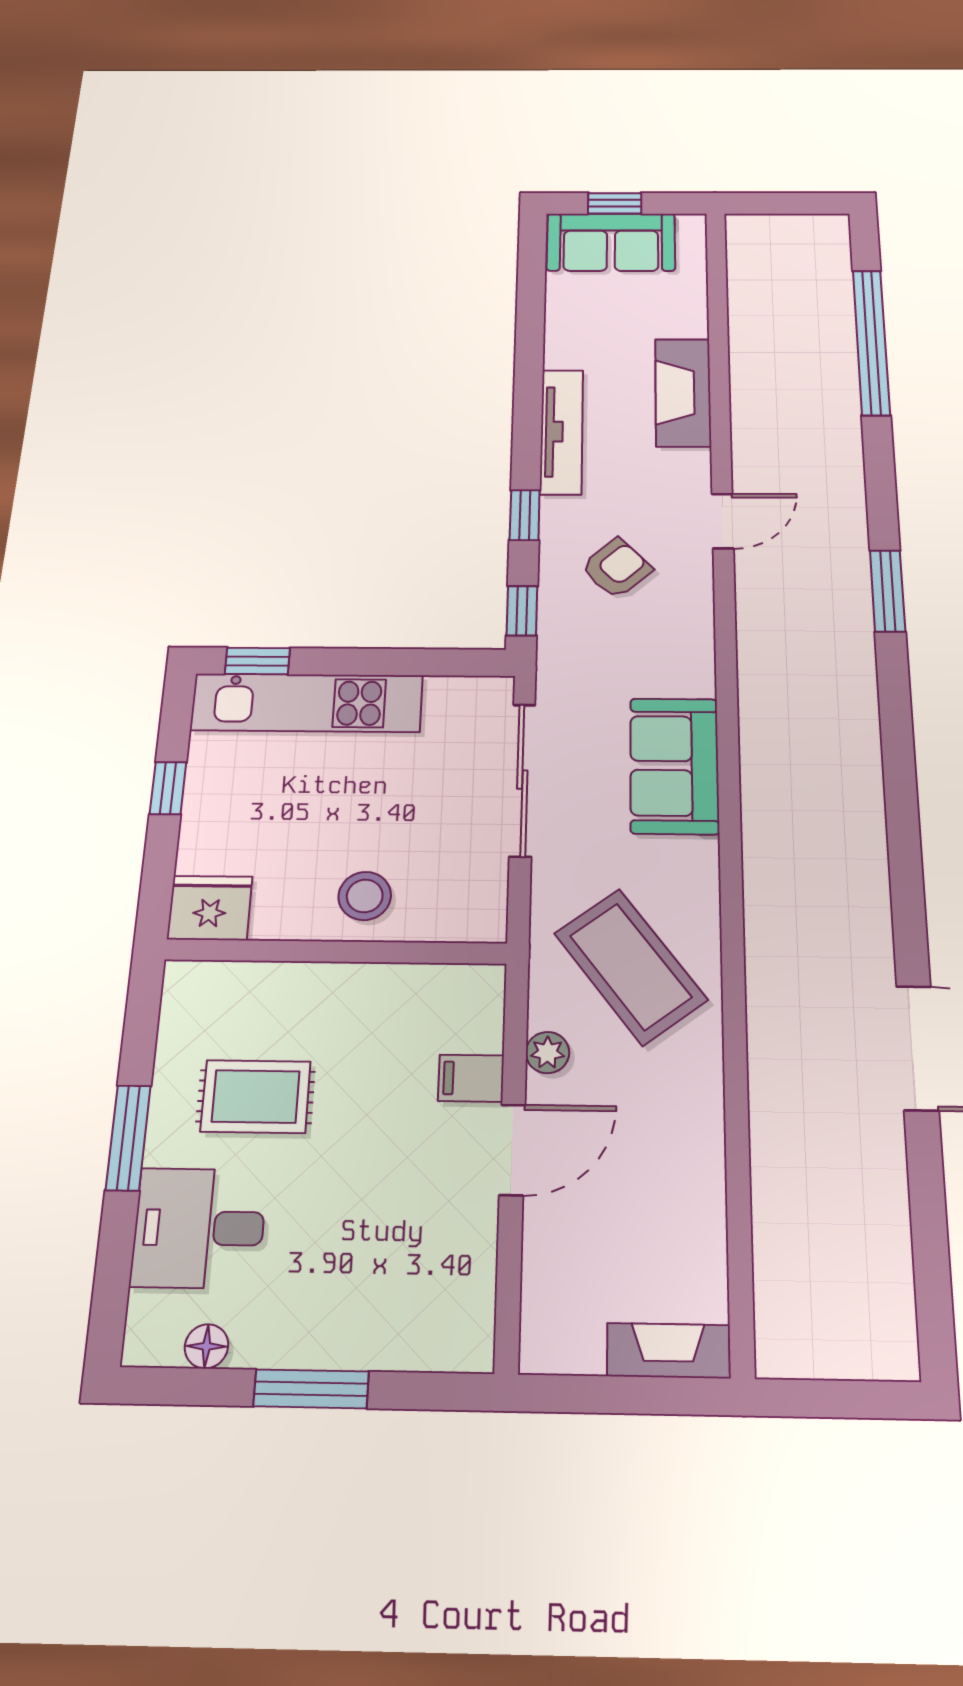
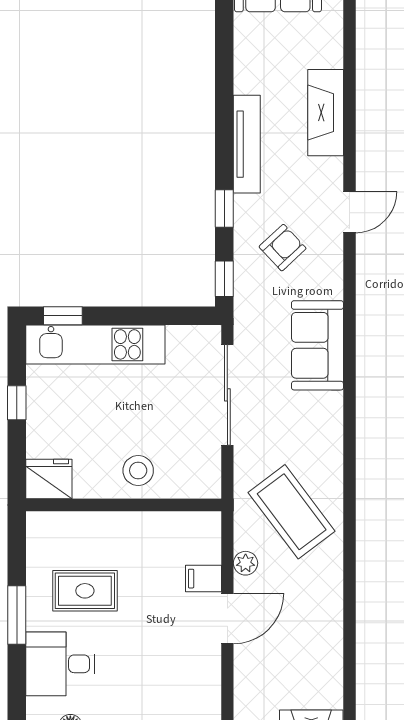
sofa: (674, 766) -> (317, 345), moved

